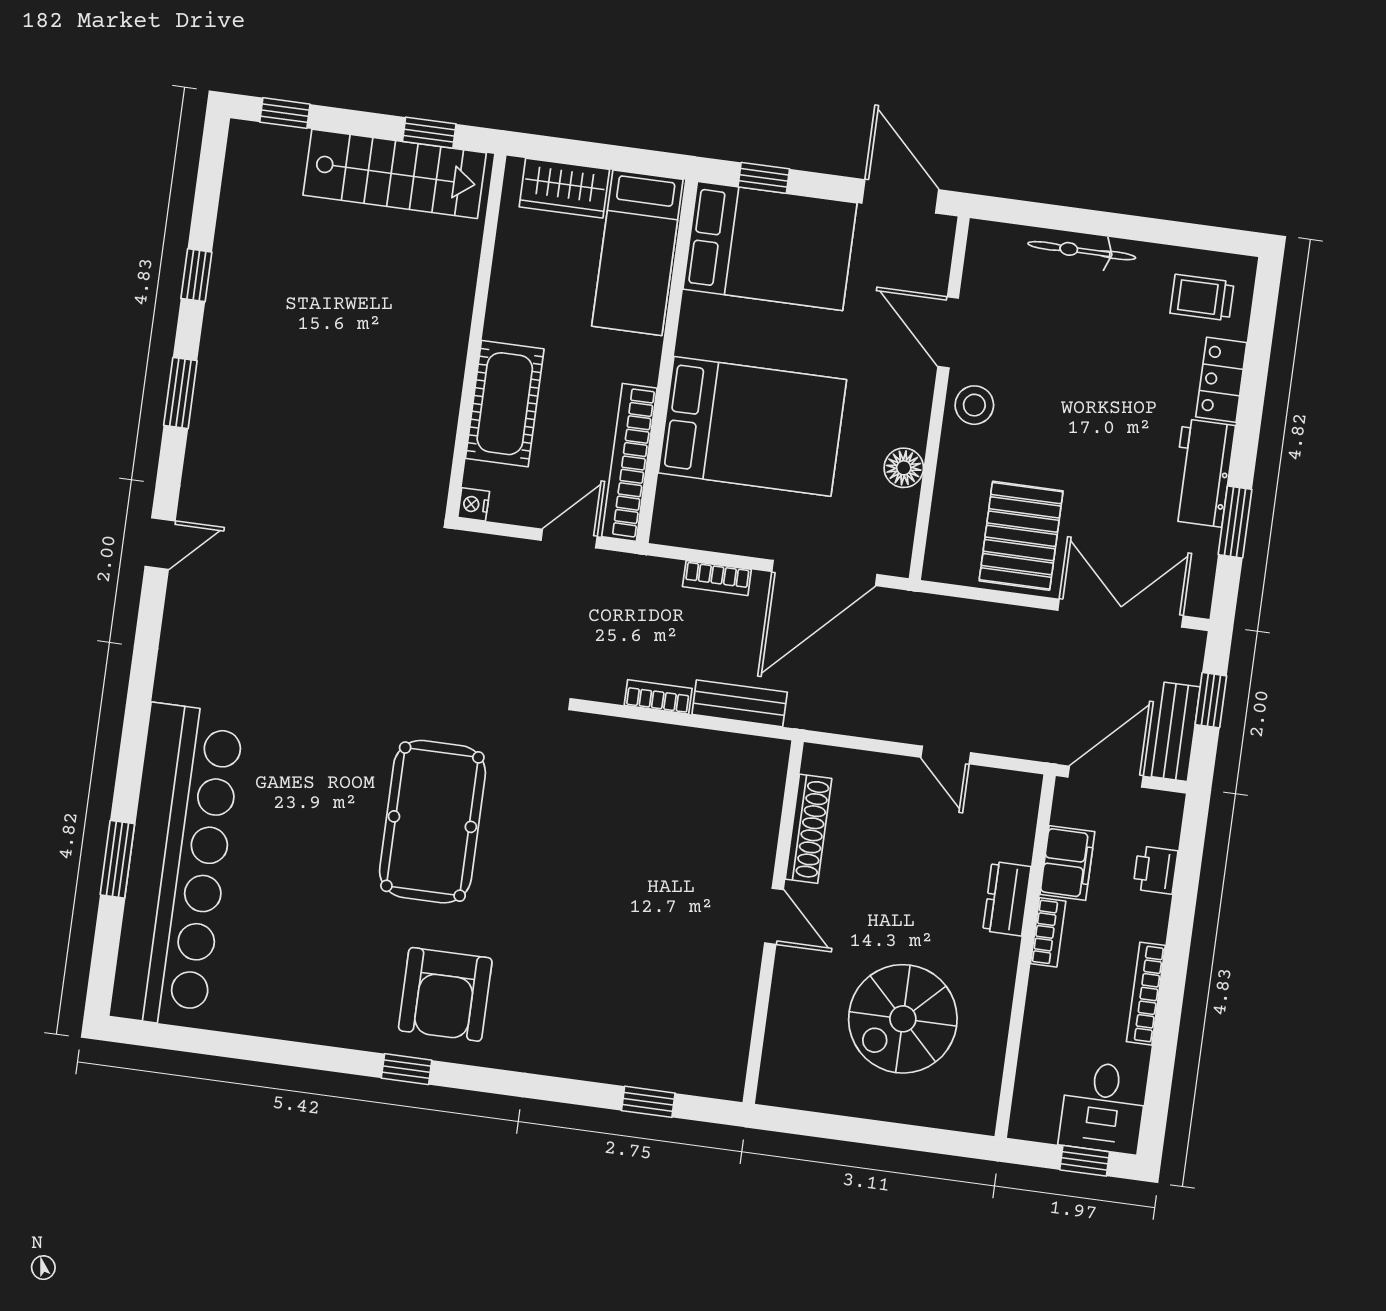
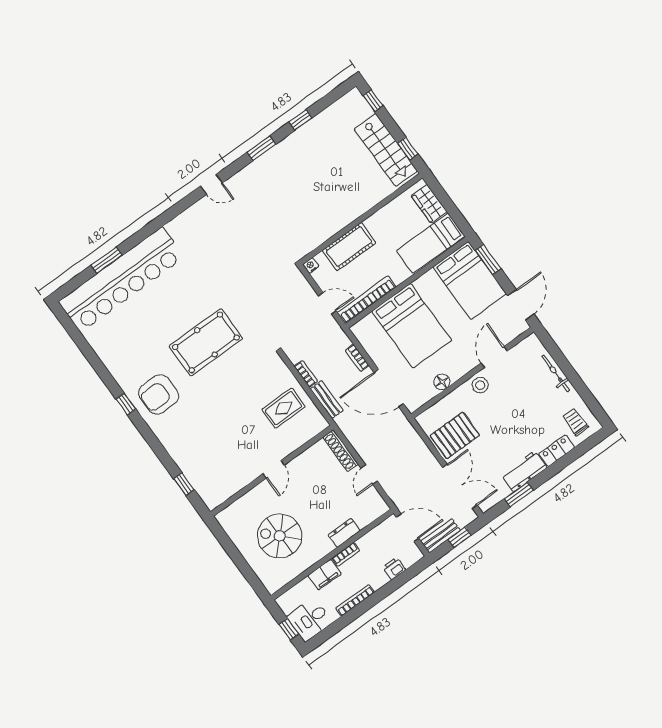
window: (764, 178) -> (488, 260), width x1.50
rug: (681, 795) -> (283, 408), added
shoe rack: (809, 829) -> (341, 451), moved, turned 90
filing cabinet: (1067, 863) -> (325, 575), moved

